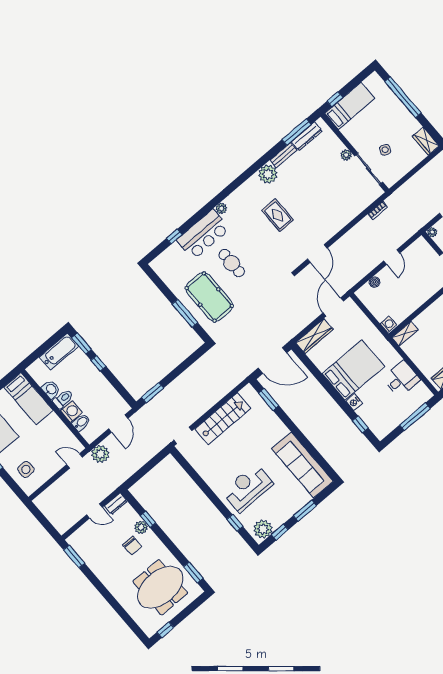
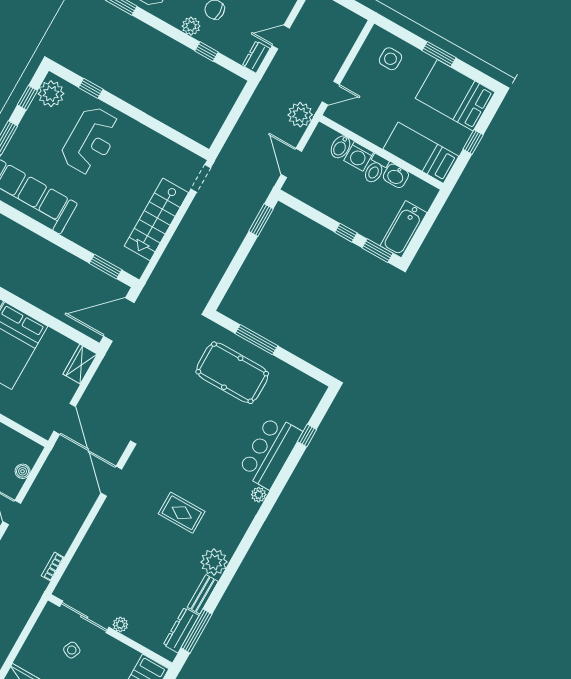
cafe table: (232, 263) -> (219, 428), removed
wardrobe: (314, 336) -> (80, 364), width x0.67
plant: (141, 527) -> (191, 26), moved

